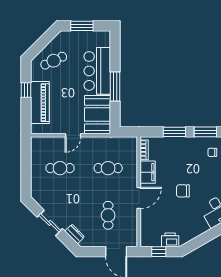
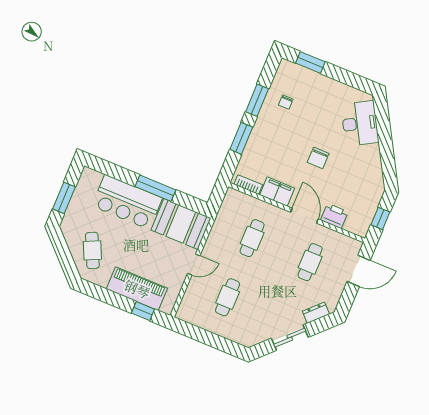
window: (26, 90) -> (143, 311), moved
door: (73, 135) -> (194, 265), hinge flipped
cafe table: (108, 215) -> (310, 262), turned 90
printer: (170, 240) -> (334, 216), moved, turned 90

